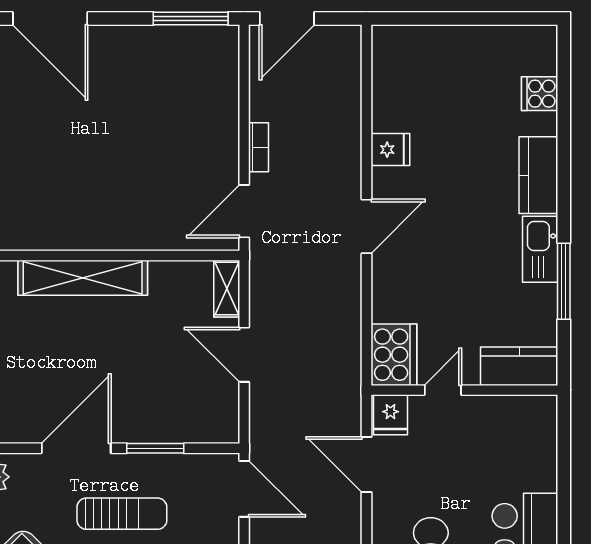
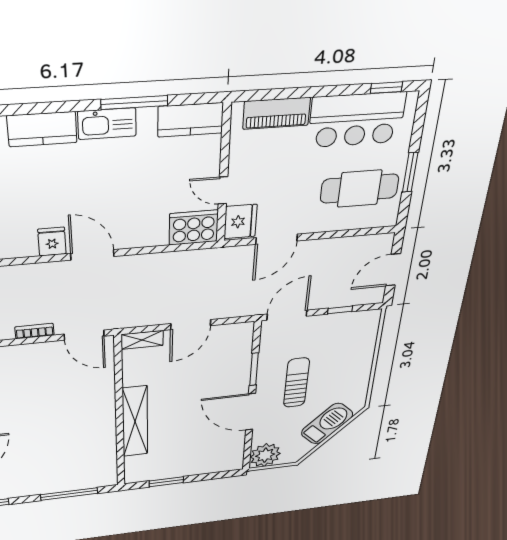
fridge: (390, 150) -> (52, 242), moved
kitchen counter: (519, 366) -> (191, 120), moved, turned -90
fridge: (390, 415) -> (240, 222), width x1.38
piano: (540, 451) -> (277, 113), added

